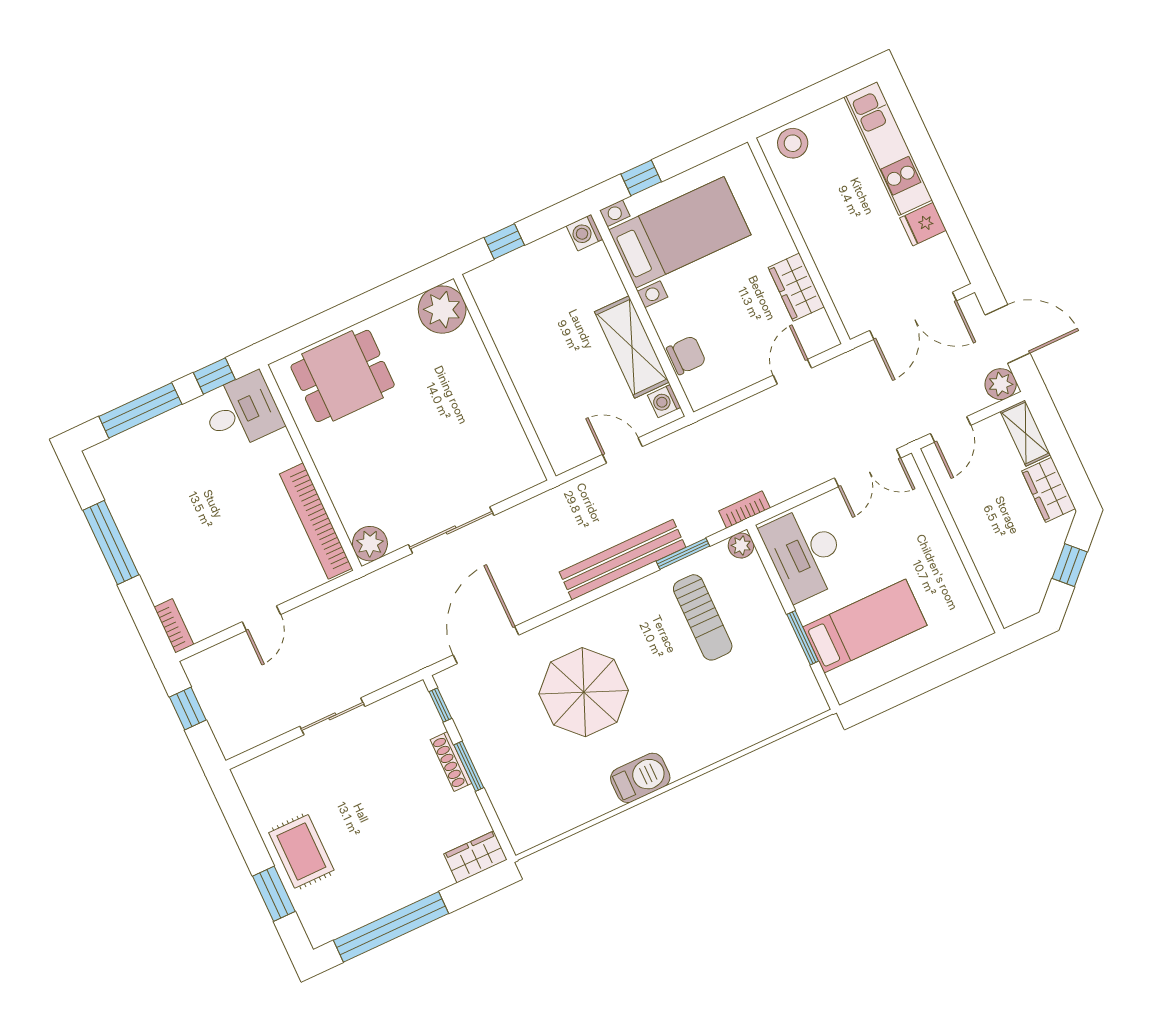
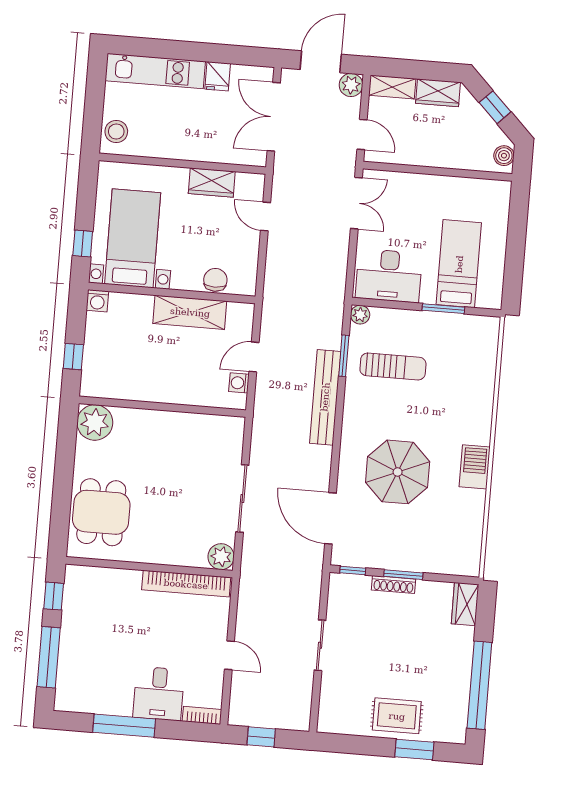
double door: (913, 316) -> (274, 117), swing flipped
washing machine: (664, 401) -> (239, 383), moved, turned 90
desk: (242, 412) -> (159, 694), moved, turned 180
bookcase: (744, 510) -> (338, 299), removed
boiler: (1019, 607) -> (504, 156), added

